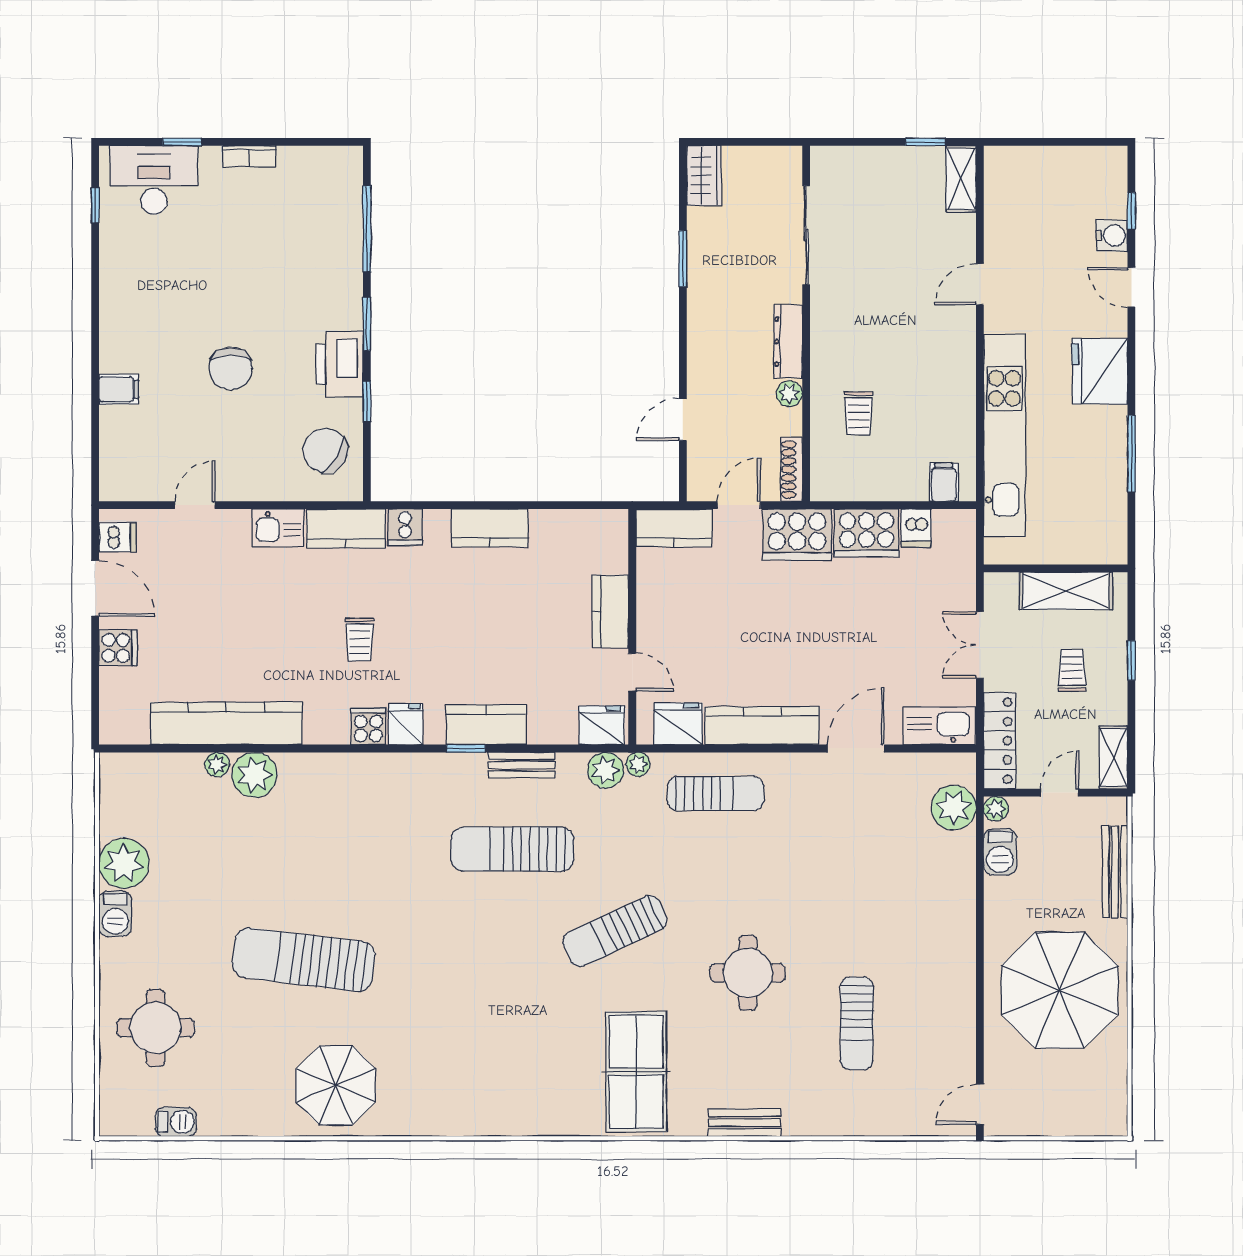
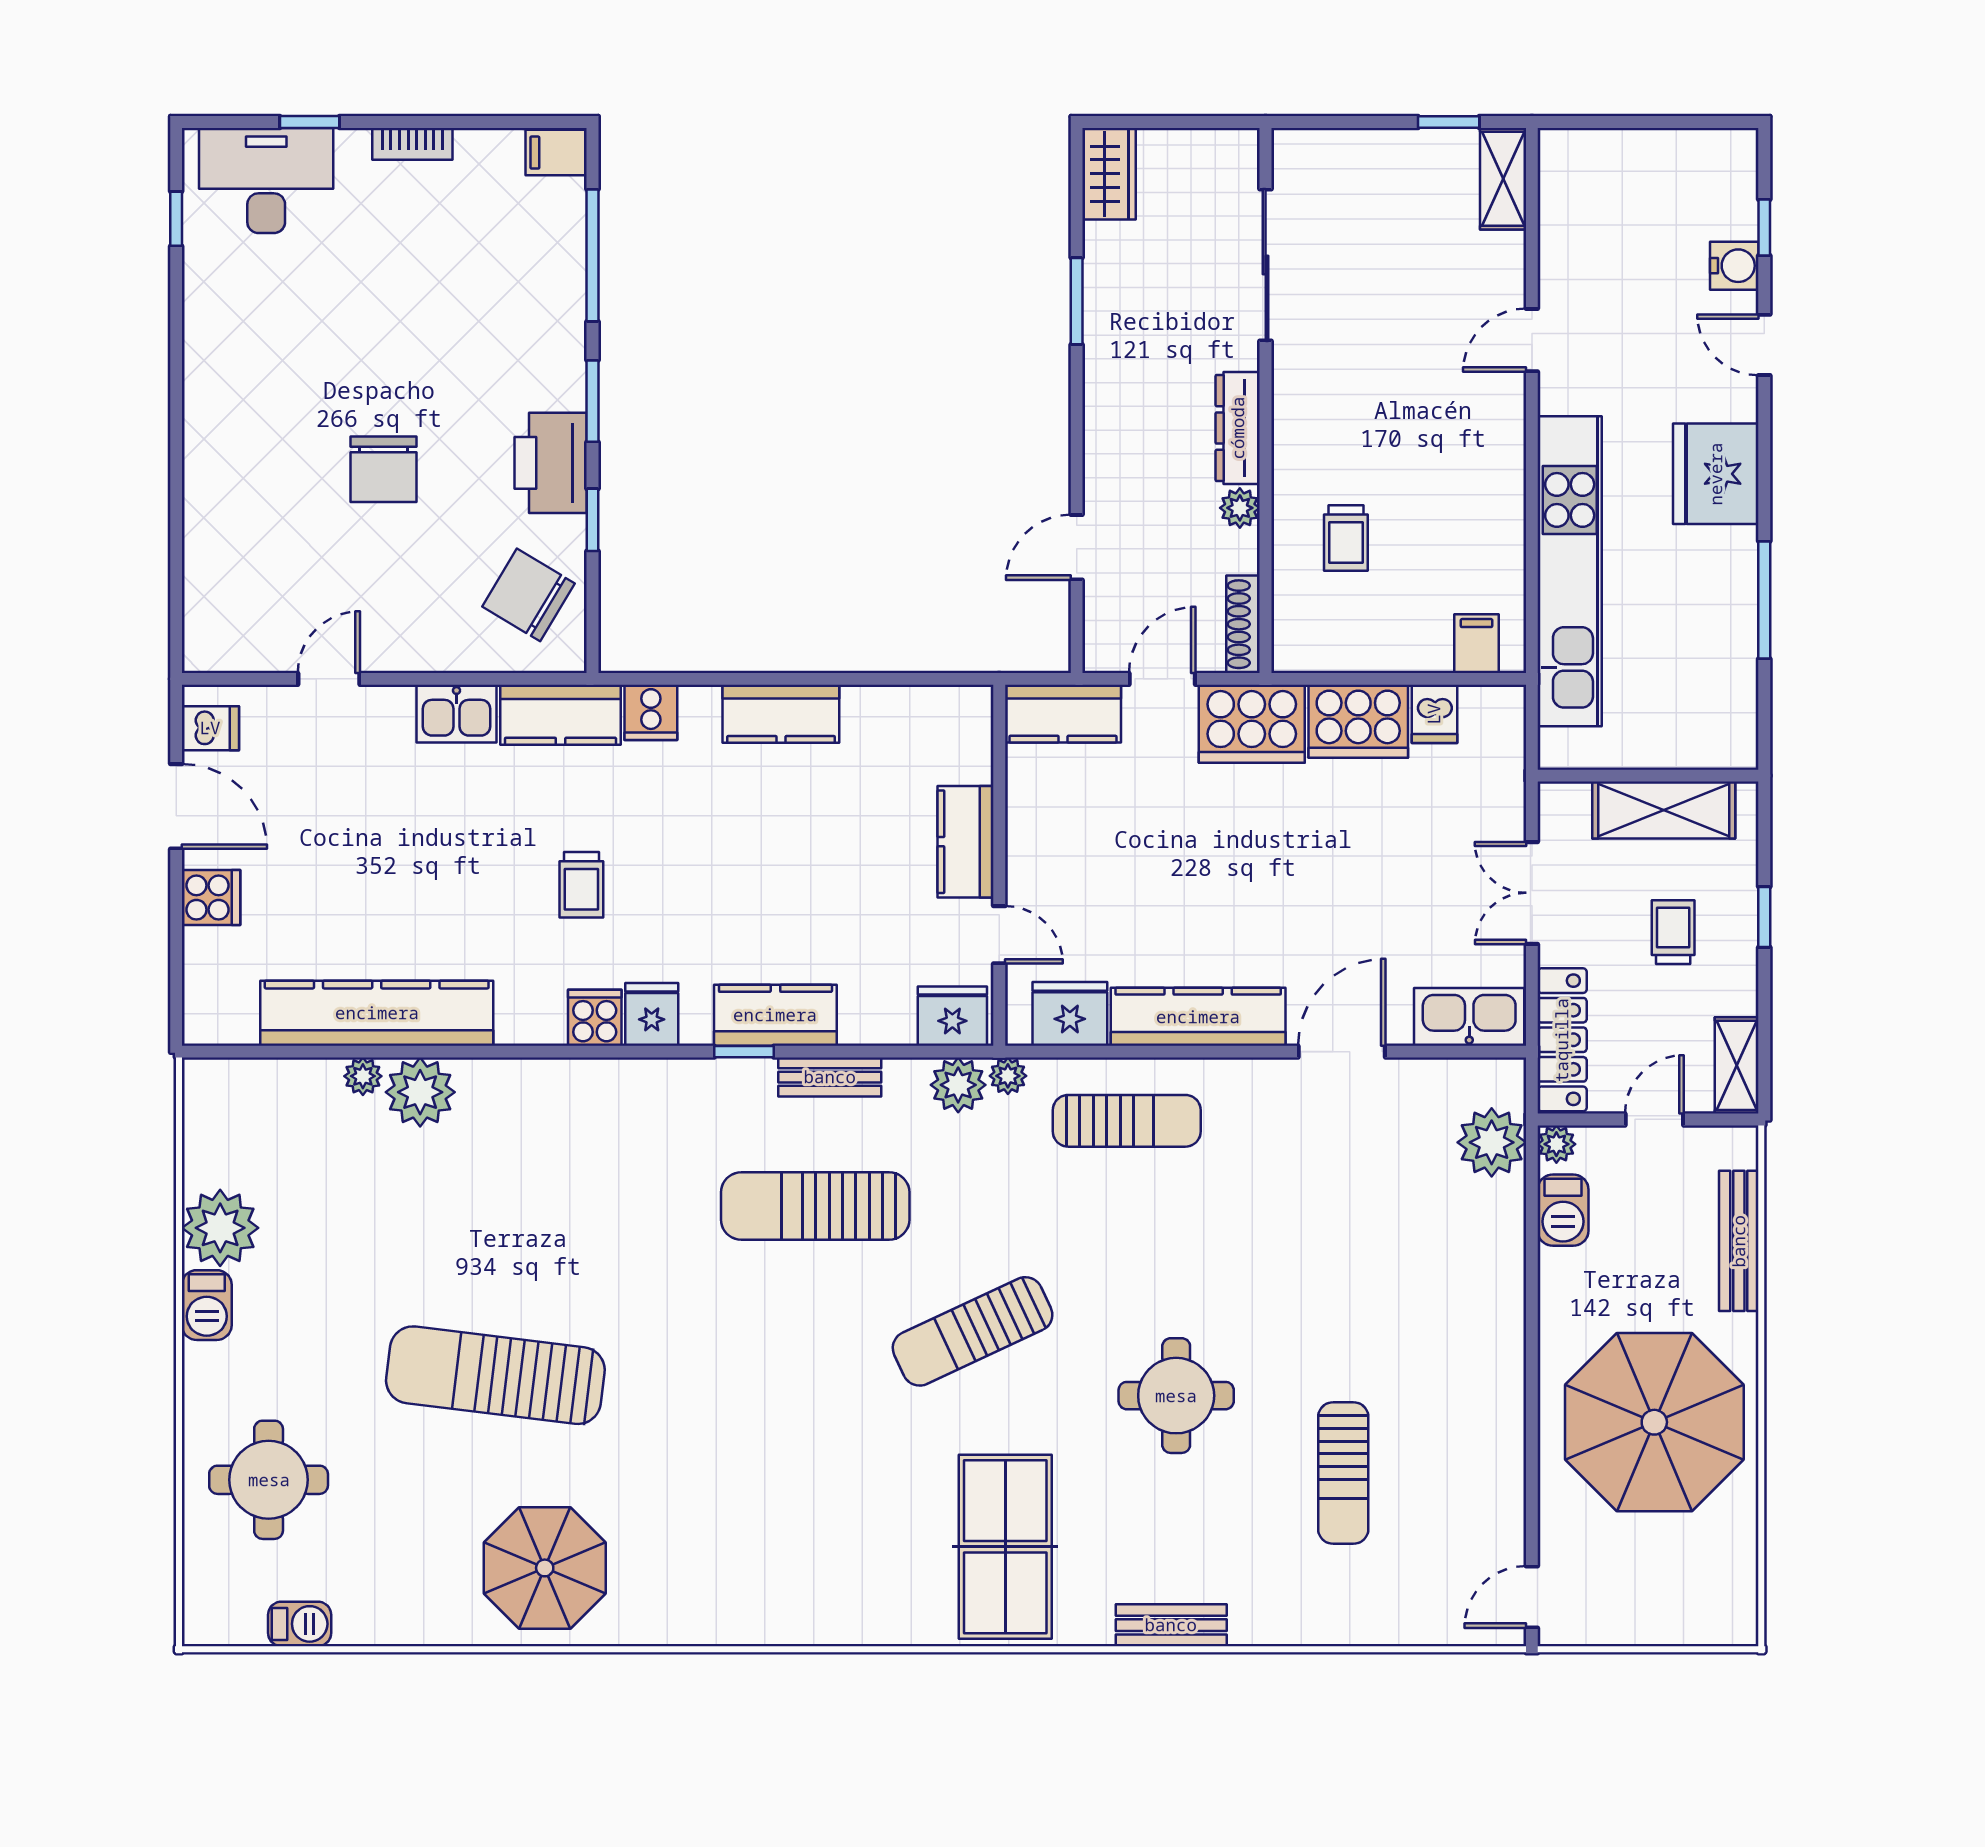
filing cabinet: (119, 389) -> (556, 153), moved, turned 180

